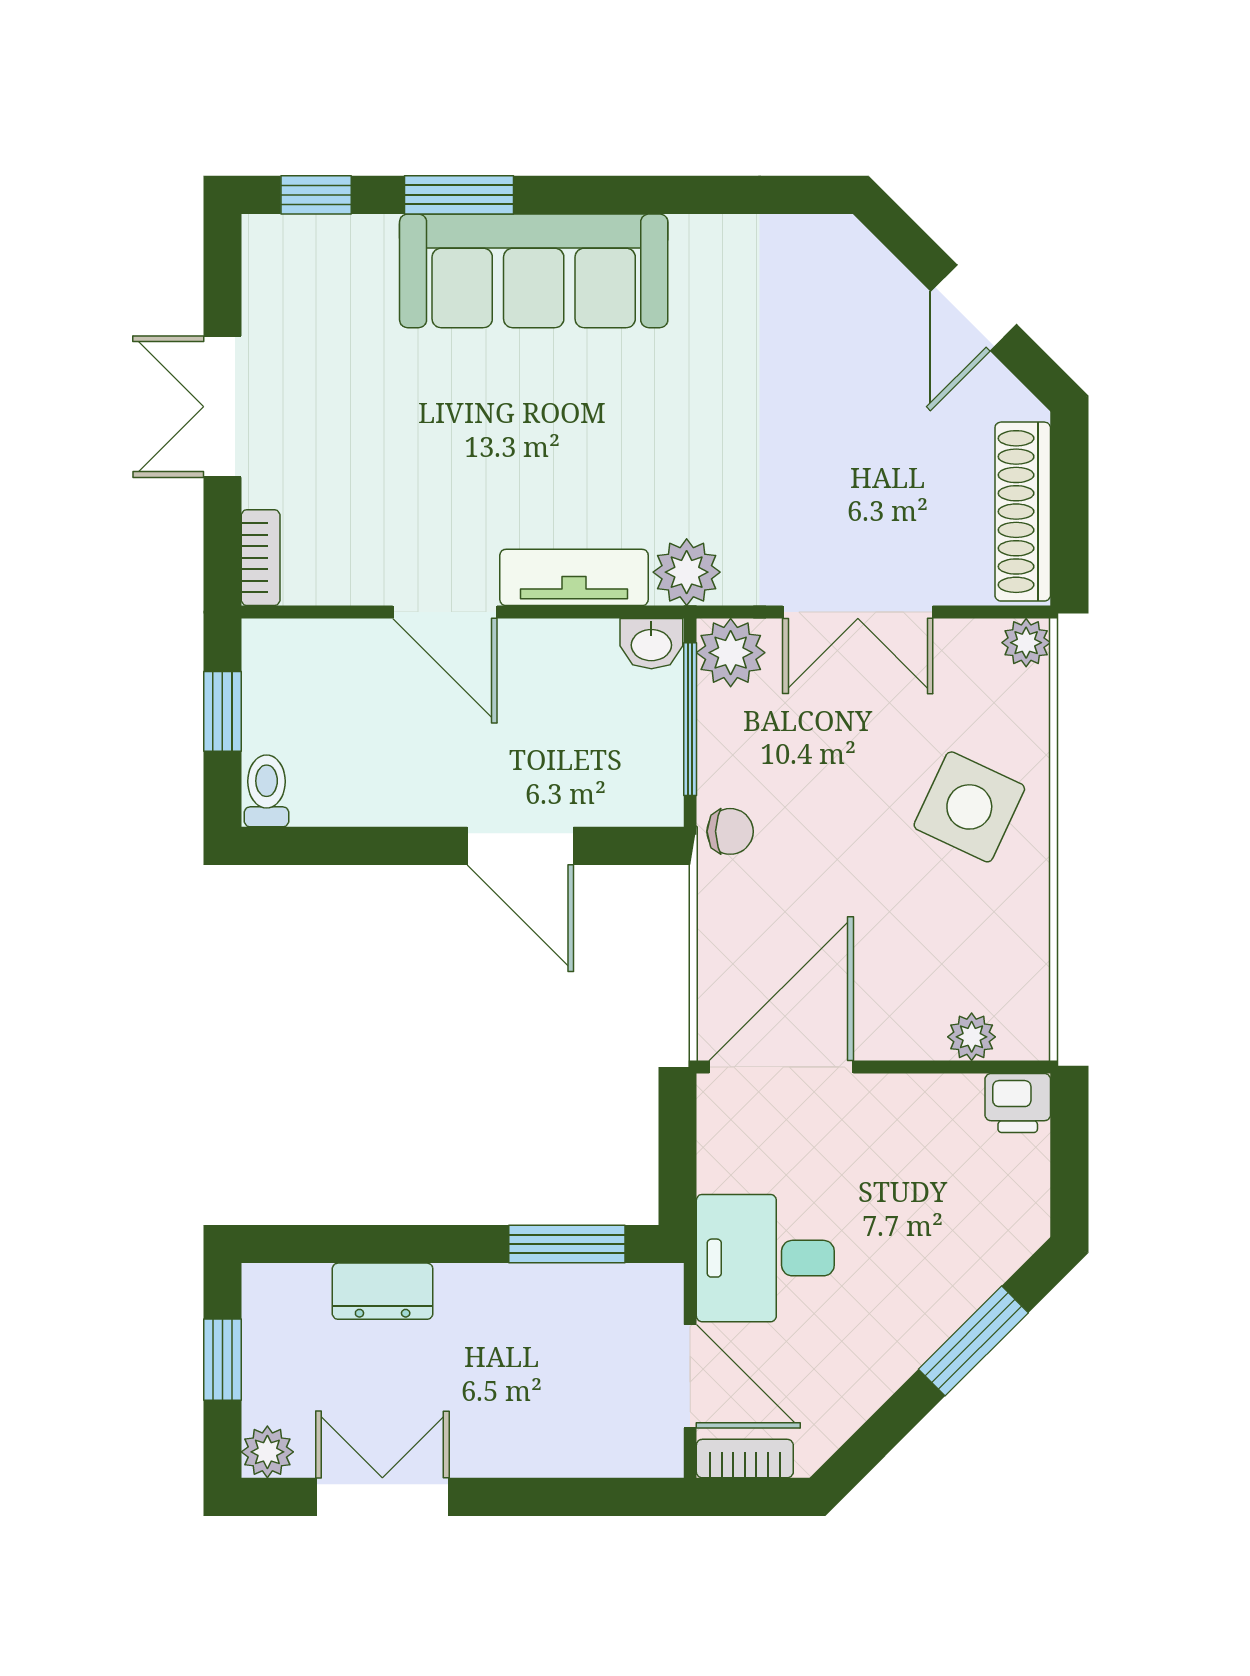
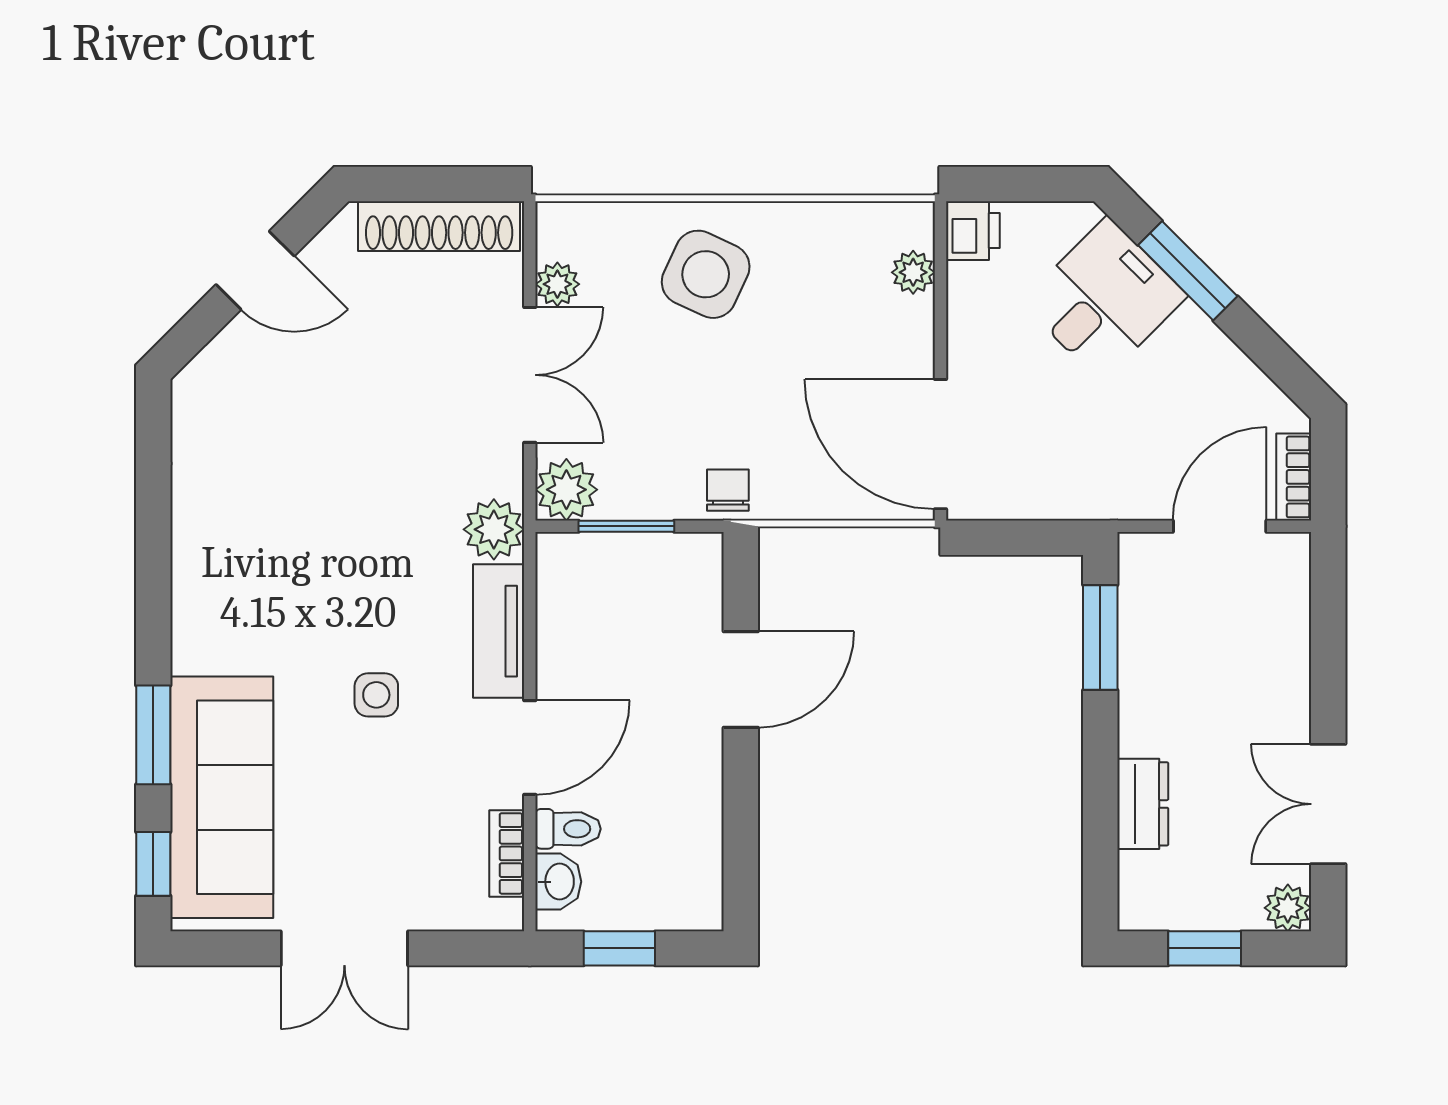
sofa: (534, 271) -> (222, 797), moved
side table: (503, 442) -> (376, 695), added
bookcase: (261, 558) -> (507, 853), moved, turned -90
plant: (1026, 643) -> (557, 284), moved
washbasin: (651, 644) -> (558, 882), moved
window: (690, 719) -> (626, 526), width x0.69
toilet: (267, 791) -> (568, 829), moved, turned 180
desk: (765, 1258) -> (1104, 299), moved, turned -135

